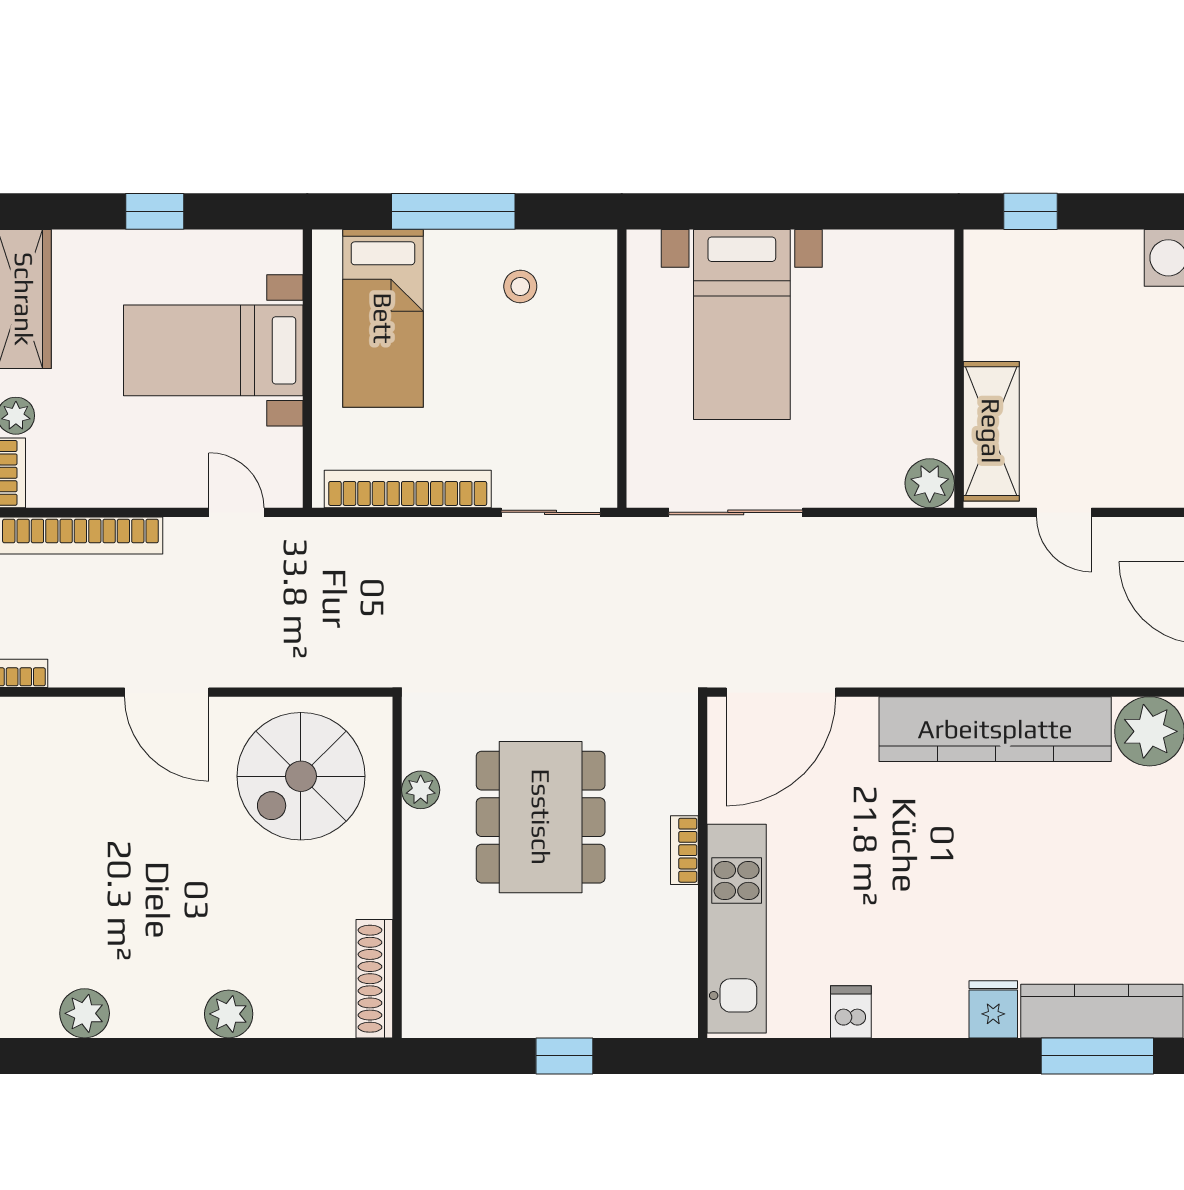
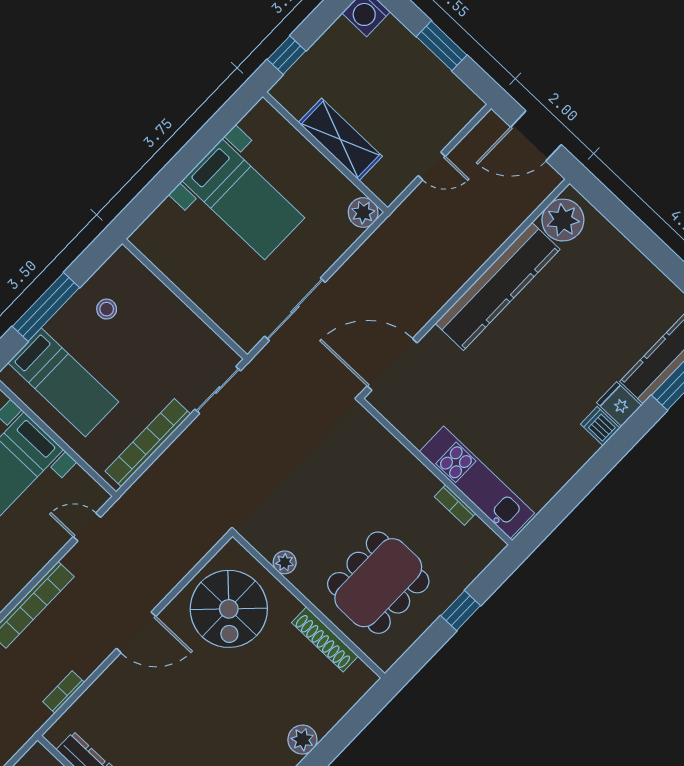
bed with nightstands: (742, 324) -> (243, 199), moved
shelving: (991, 431) -> (340, 139), moved
door: (781, 692) -> (392, 364), swing flipped
dining table: (541, 817) -> (378, 583), moved, turned 90
bookcase: (684, 850) -> (455, 505), moved
shoe rack: (374, 979) -> (325, 639), moved
dishwasher: (851, 1012) -> (600, 426), moved

